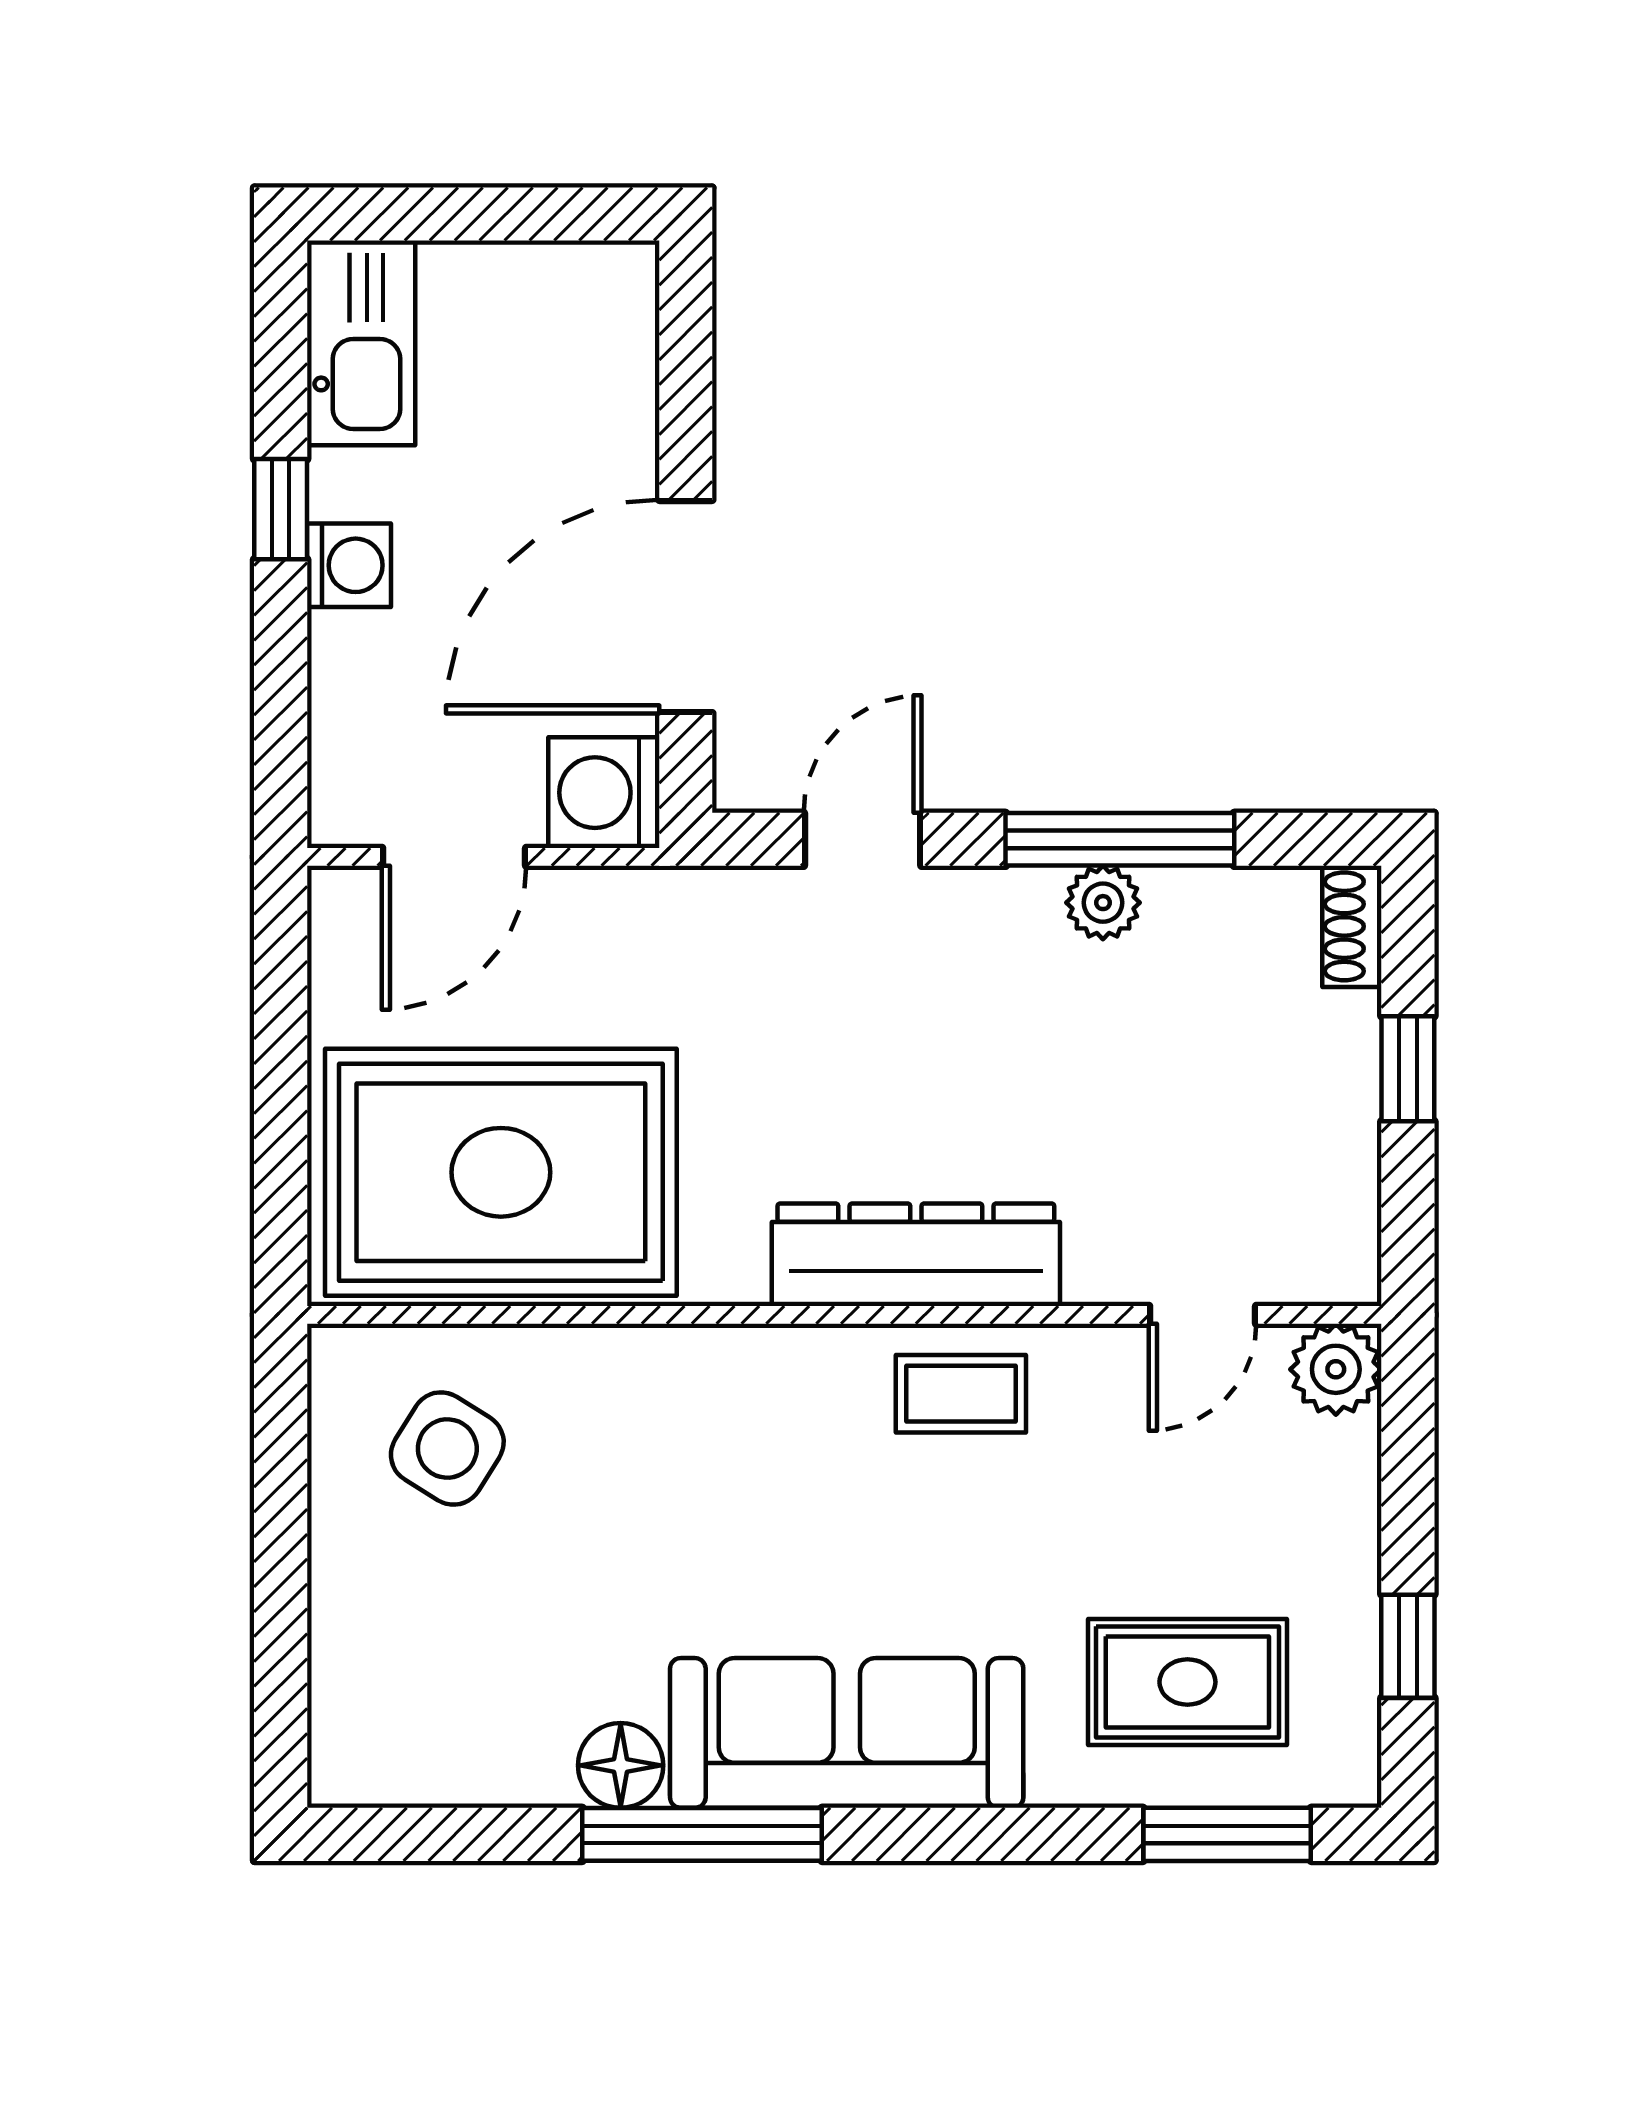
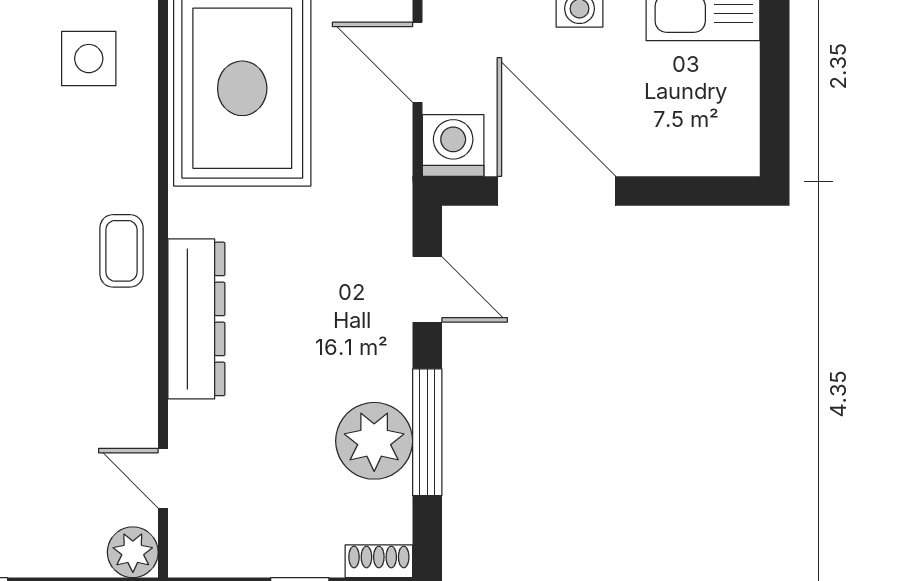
plant: (1103, 903) -> (374, 441), width x1.88, depth x1.88
coffee table: (961, 1394) -> (121, 251), moved
side table: (447, 1449) -> (89, 59), turned -32

